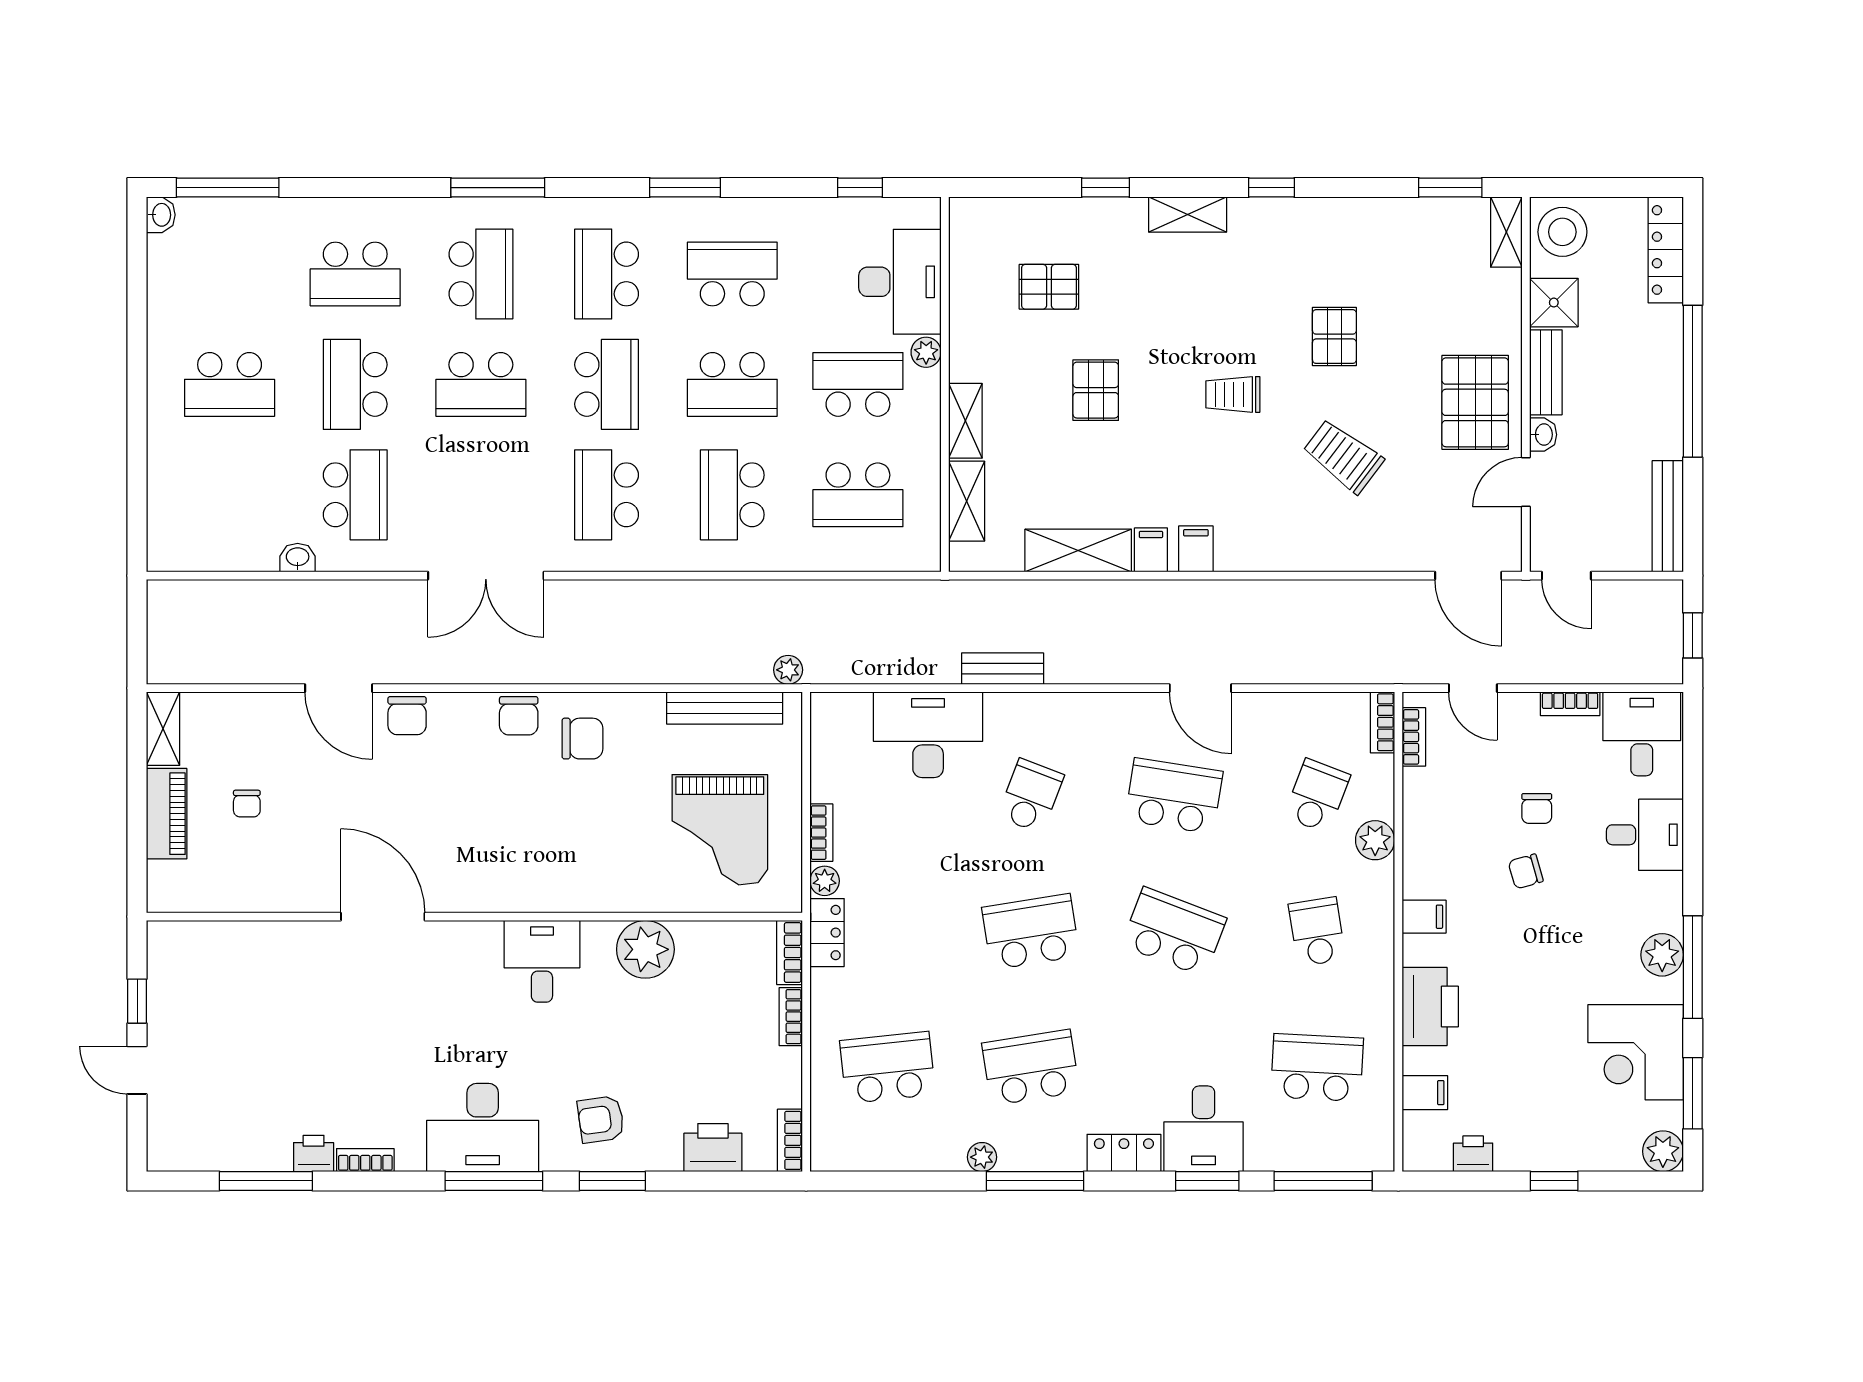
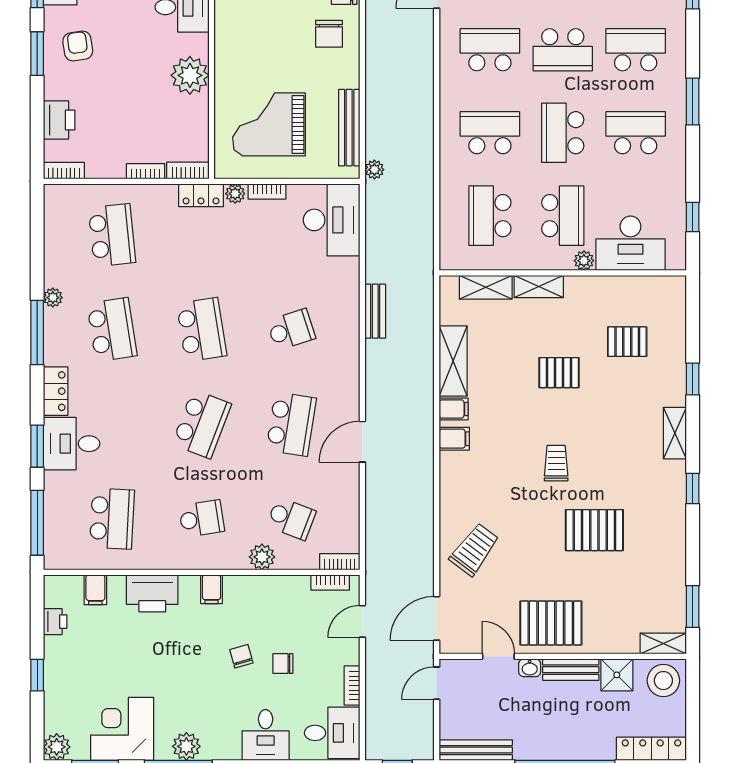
school desk: (732, 274) -> (636, 133), turned -90
pallet: (1049, 287) -> (627, 342), turned 90
pallet: (1334, 337) -> (594, 530), width x1.50, depth x1.42
trolley: (1343, 456) -> (474, 549), moved
desk: (928, 735) -> (332, 220), moved
school desk: (1031, 796) -> (291, 330), turned -39

